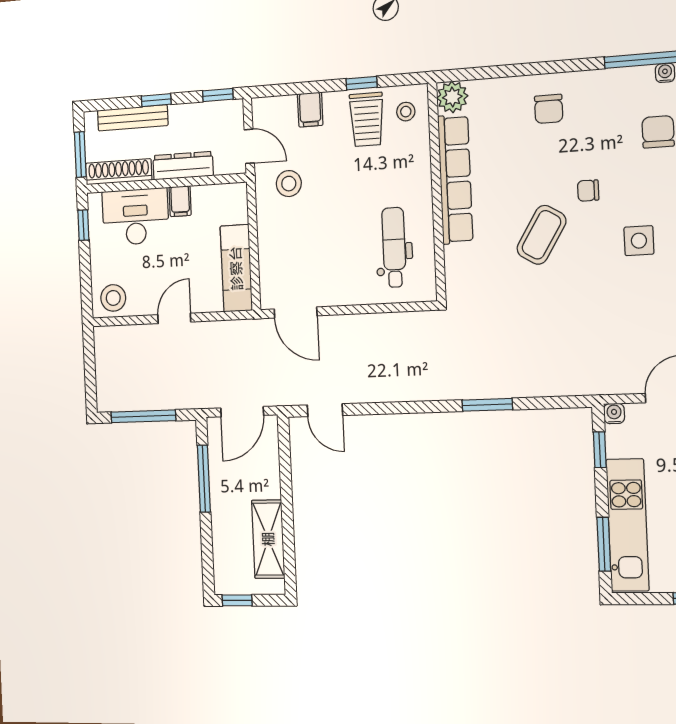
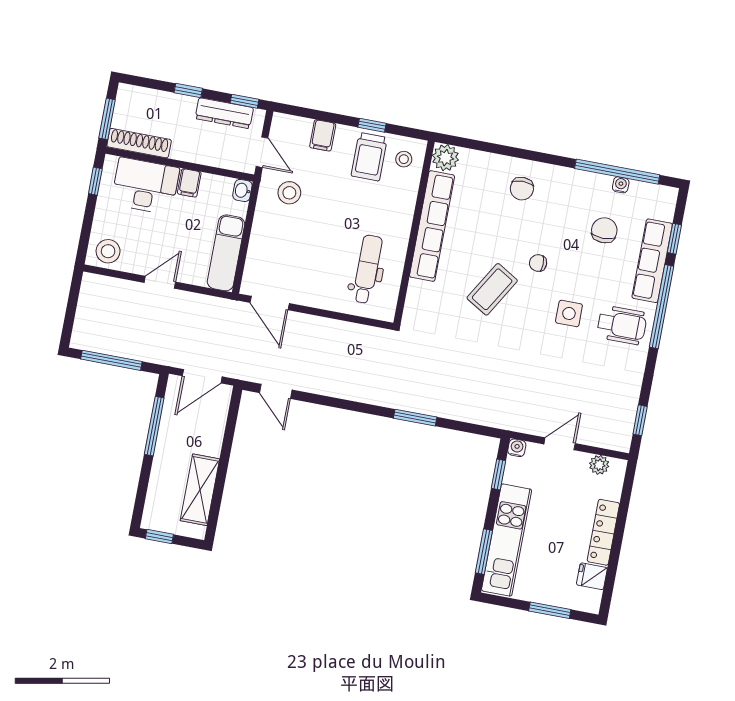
bench: (133, 118) -> (163, 100), removed
dresser: (183, 166) -> (224, 113), moved, turned 180
washbasin: (238, 194) -> (242, 190), added

